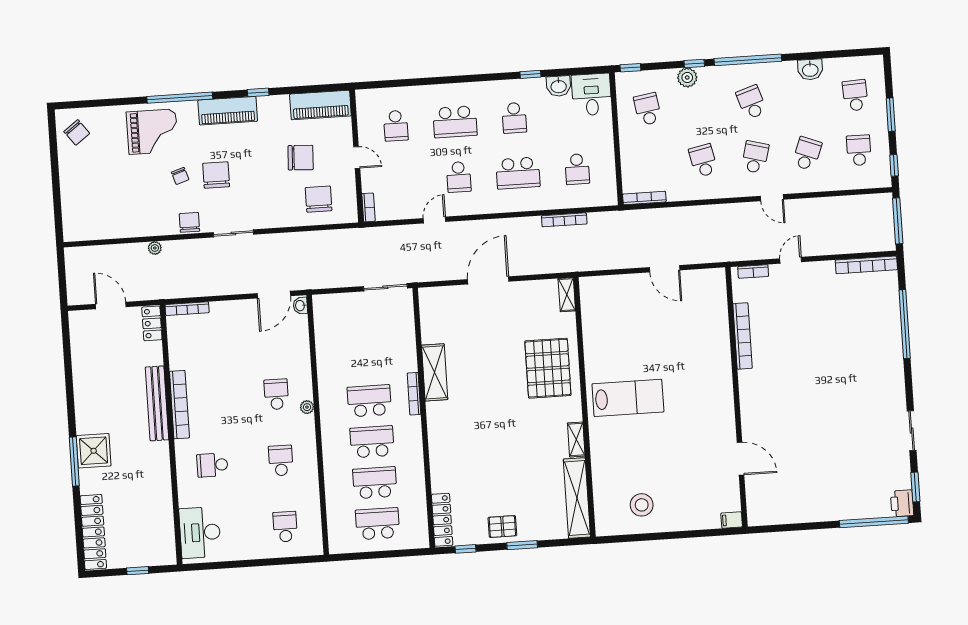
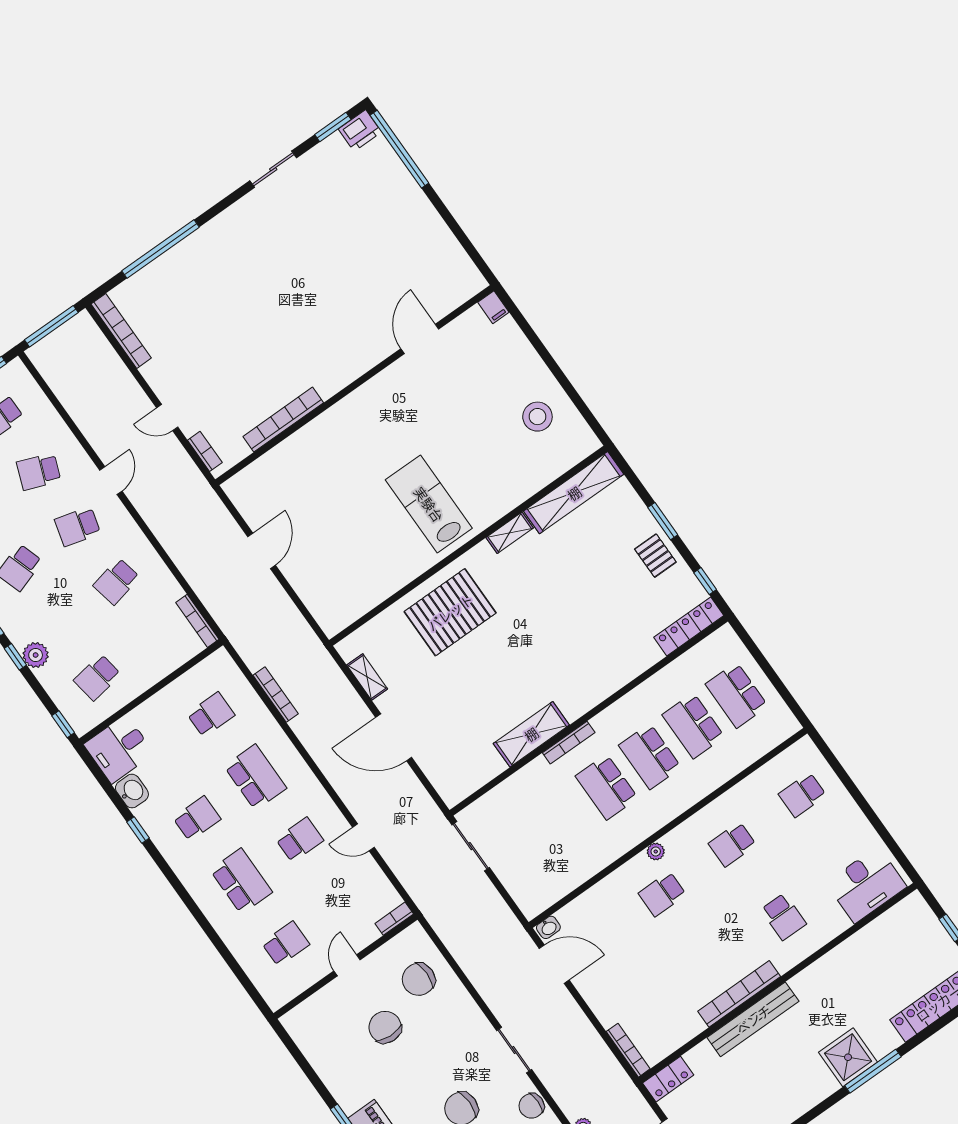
piano: (320, 105) -> (314, 1041), removed
shelving: (567, 295) -> (367, 677), moved, turned 90

